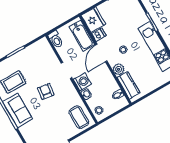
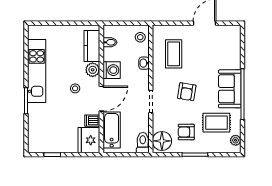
floor lamp: (43, 48) -> (162, 141), added
armchair: (30, 64) -> (186, 132), added
washing machine: (82, 82) -> (112, 70), moved, turned 180
coffee table: (79, 117) -> (174, 54), moved

